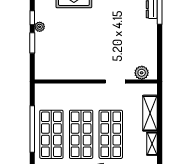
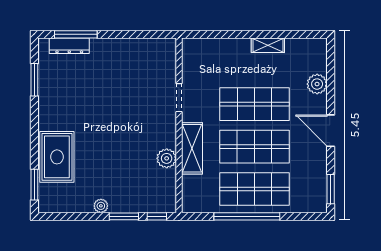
window: (32, 18) -> (157, 216), moved
plant: (142, 73) -> (167, 158), moved
shelving: (150, 113) -> (192, 148), moved, turned 90

